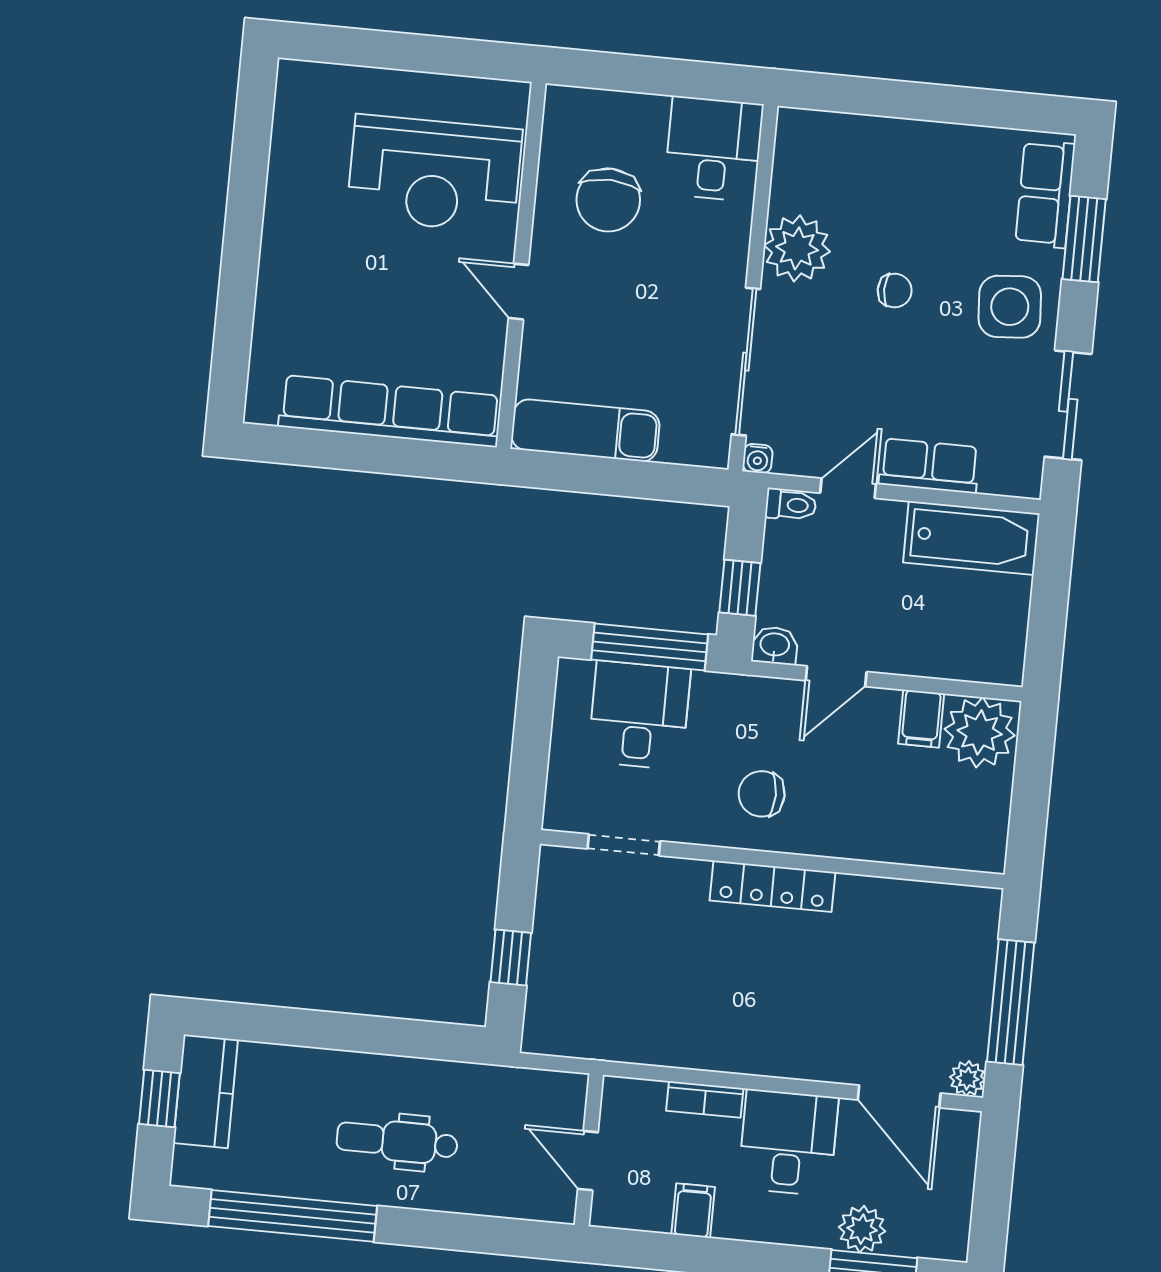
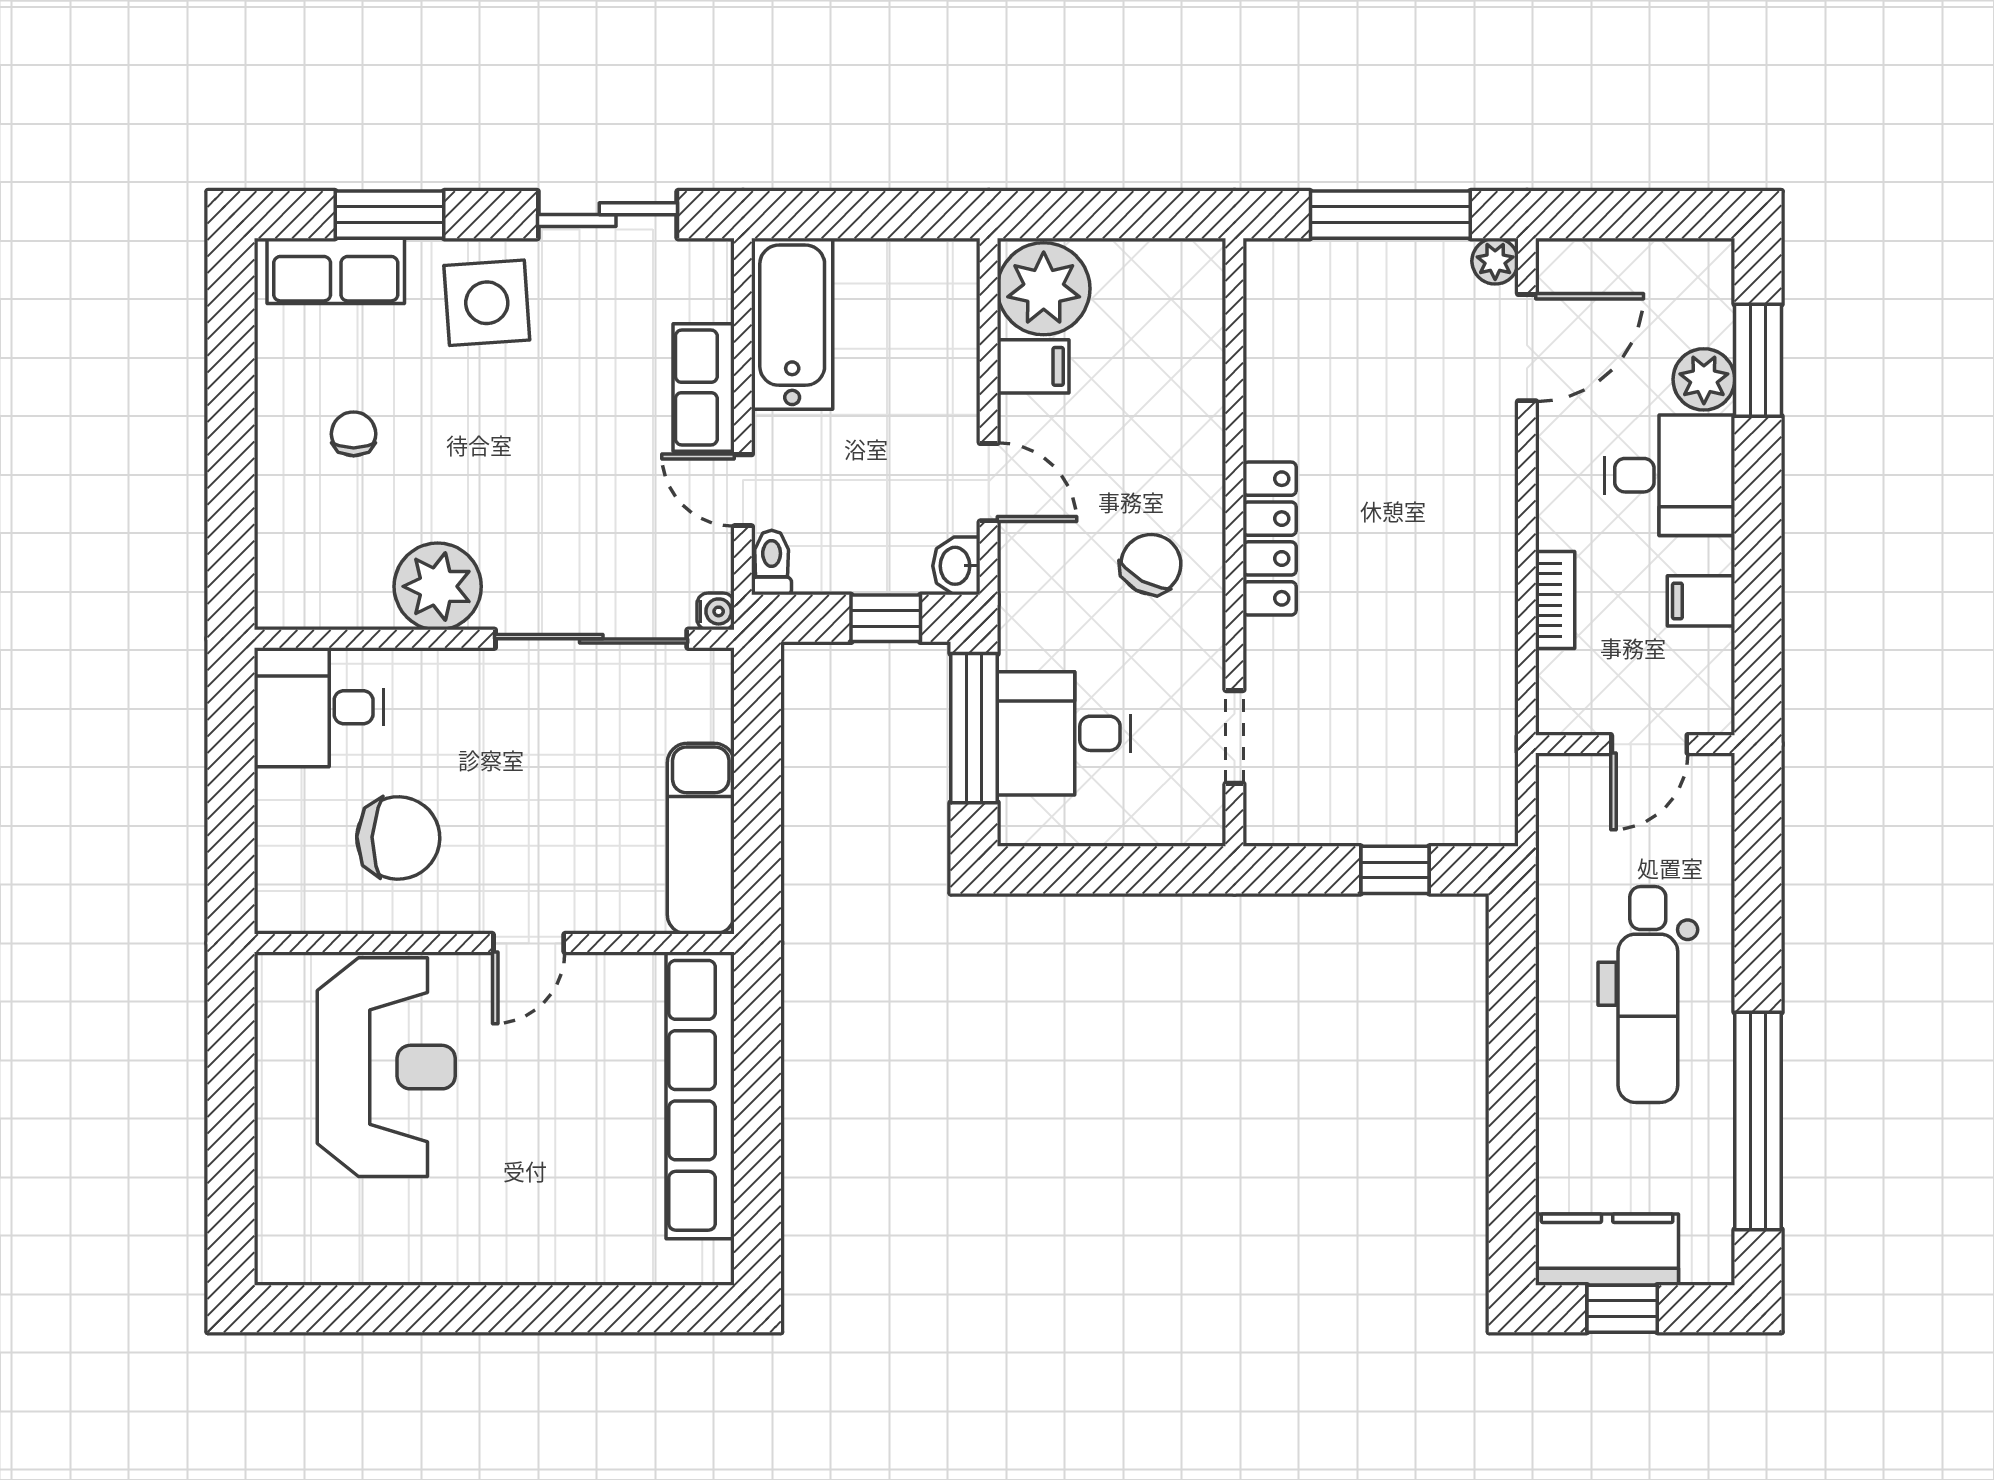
chair: (895, 291) -> (354, 434), moved
chair: (762, 794) -> (1151, 564), turned -151
dental chair: (397, 1141) -> (1648, 995), width x1.36, depth x1.38
desk: (788, 1143) -> (1670, 475), moved, turned 180

